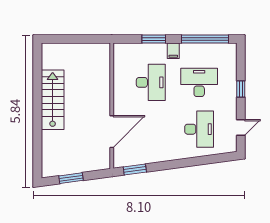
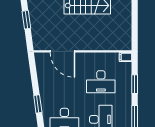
filing cabinet: (173, 51) -> (125, 57), moved
window: (135, 169) -> (38, 104), moved

